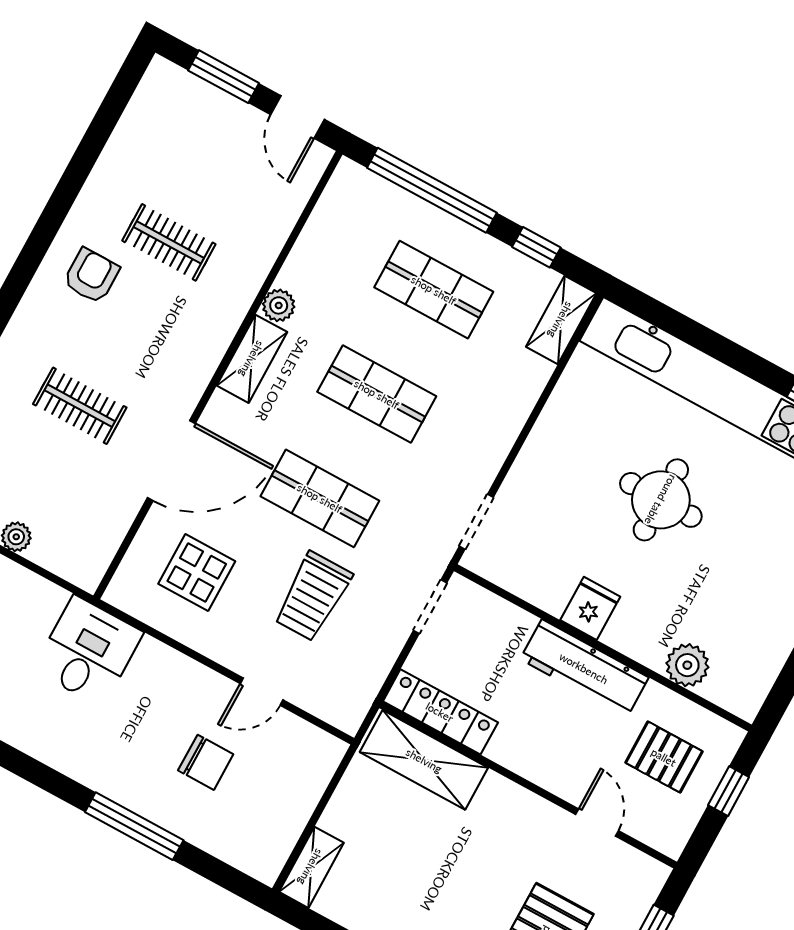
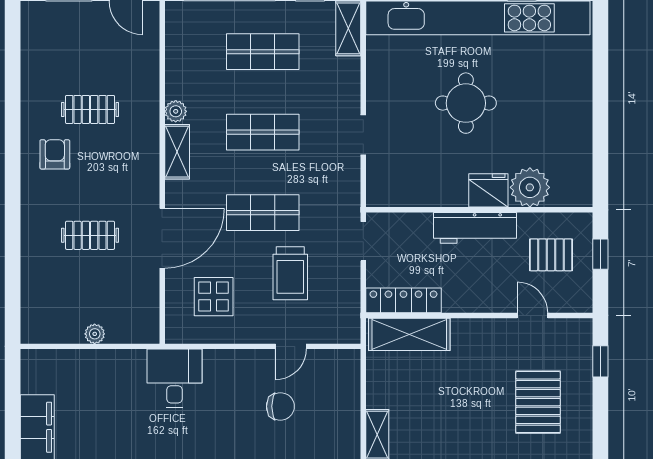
doorway: (476, 522) -> (363, 135), moved
fridge: (590, 608) -> (488, 190), moved, width x1.38
plant: (687, 665) -> (530, 187), width x1.36, depth x1.36

